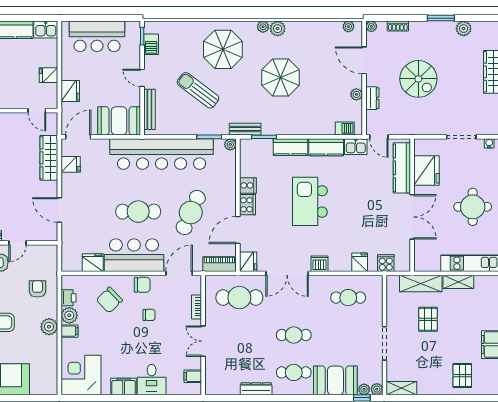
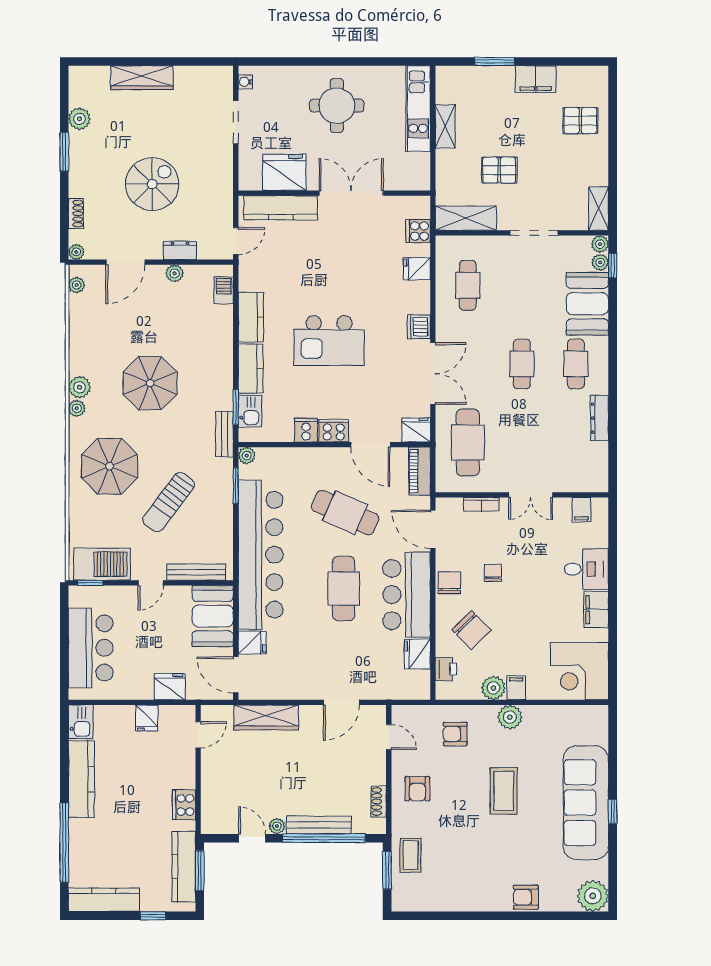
barbecue: (151, 44) -> (102, 564), width x1.88, depth x1.53
kitchen sink: (356, 147) -> (250, 411), moved
fridge: (71, 164) -> (252, 643), moved, turned 90
door: (17, 243) -> (389, 737), moved
shelving: (421, 283) -> (466, 218), moved, turned 90
printer: (68, 298) -> (446, 669), moved, turned 90

